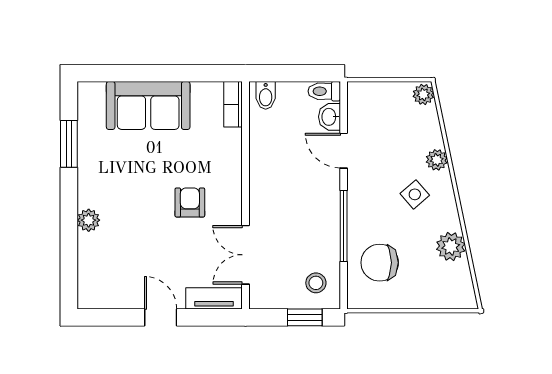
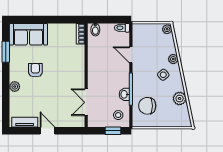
sofa: (148, 105) -> (28, 34), moved
washbasin: (329, 117) -> (124, 94), moved
armchair: (190, 202) -> (35, 70), moved
tv unit: (214, 298) -> (25, 122), moved

